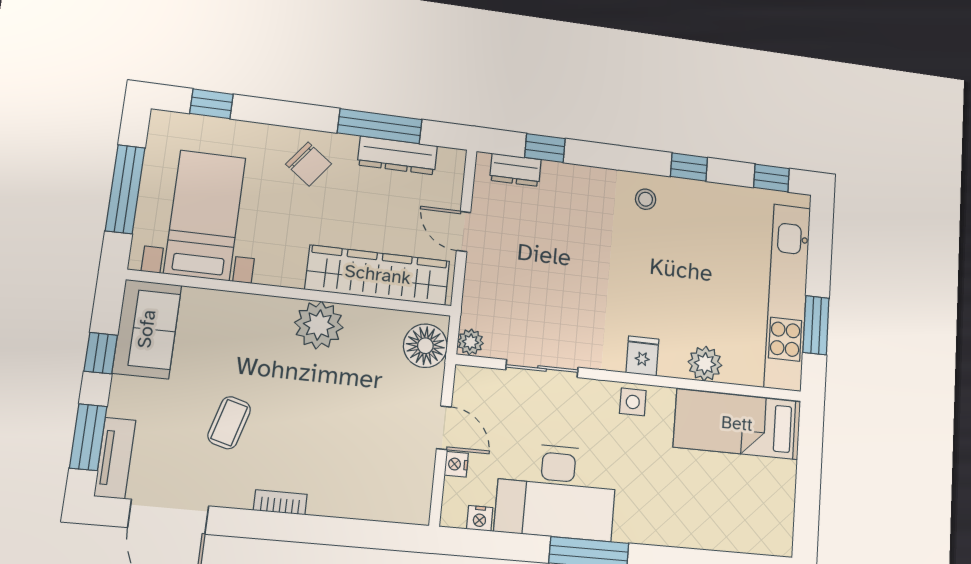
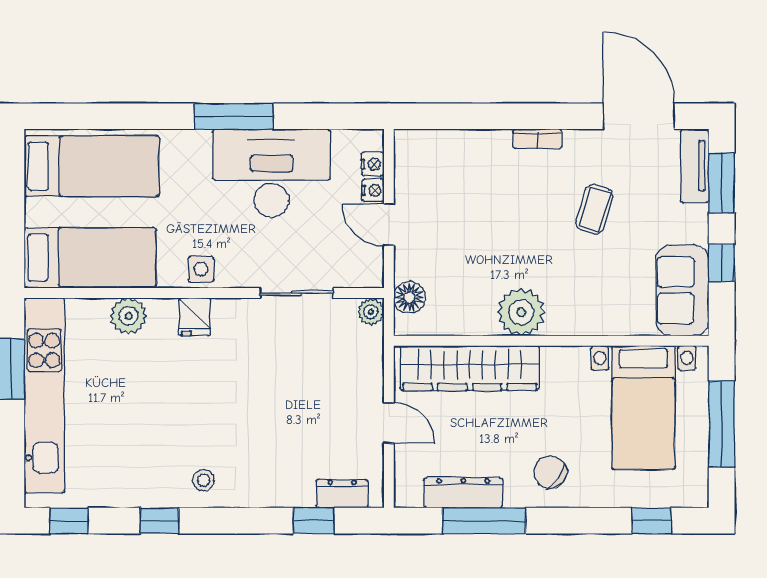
floor lamp: (425, 346) -> (409, 297), width x0.73, depth x0.73
bed: (730, 515) -> (92, 166), added
nightstand: (480, 518) -> (373, 164), moved, turned 90

